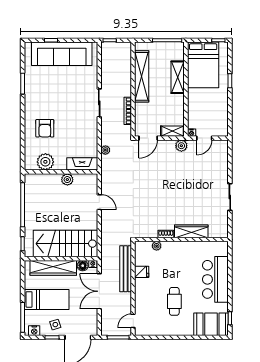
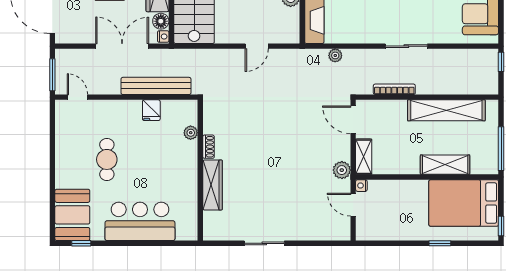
cafe table: (174, 301) -> (107, 159), turned 90

